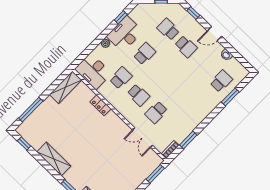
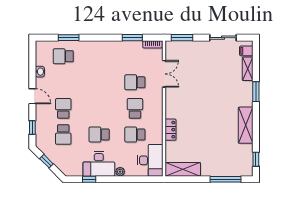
school desk: (156, 112) -> (135, 82), turned 180

